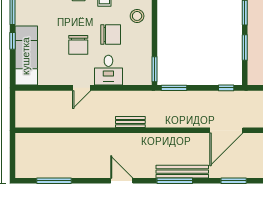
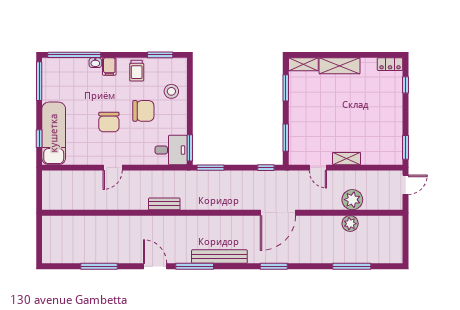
window: (12, 41) -> (39, 139), moved
window: (245, 47) -> (286, 138), moved
desk: (108, 70) -> (171, 150), moved, turned -90
door: (226, 130) -> (278, 213), moved
window: (54, 181) -> (99, 266), moved
window: (175, 181) -> (195, 266), moved

